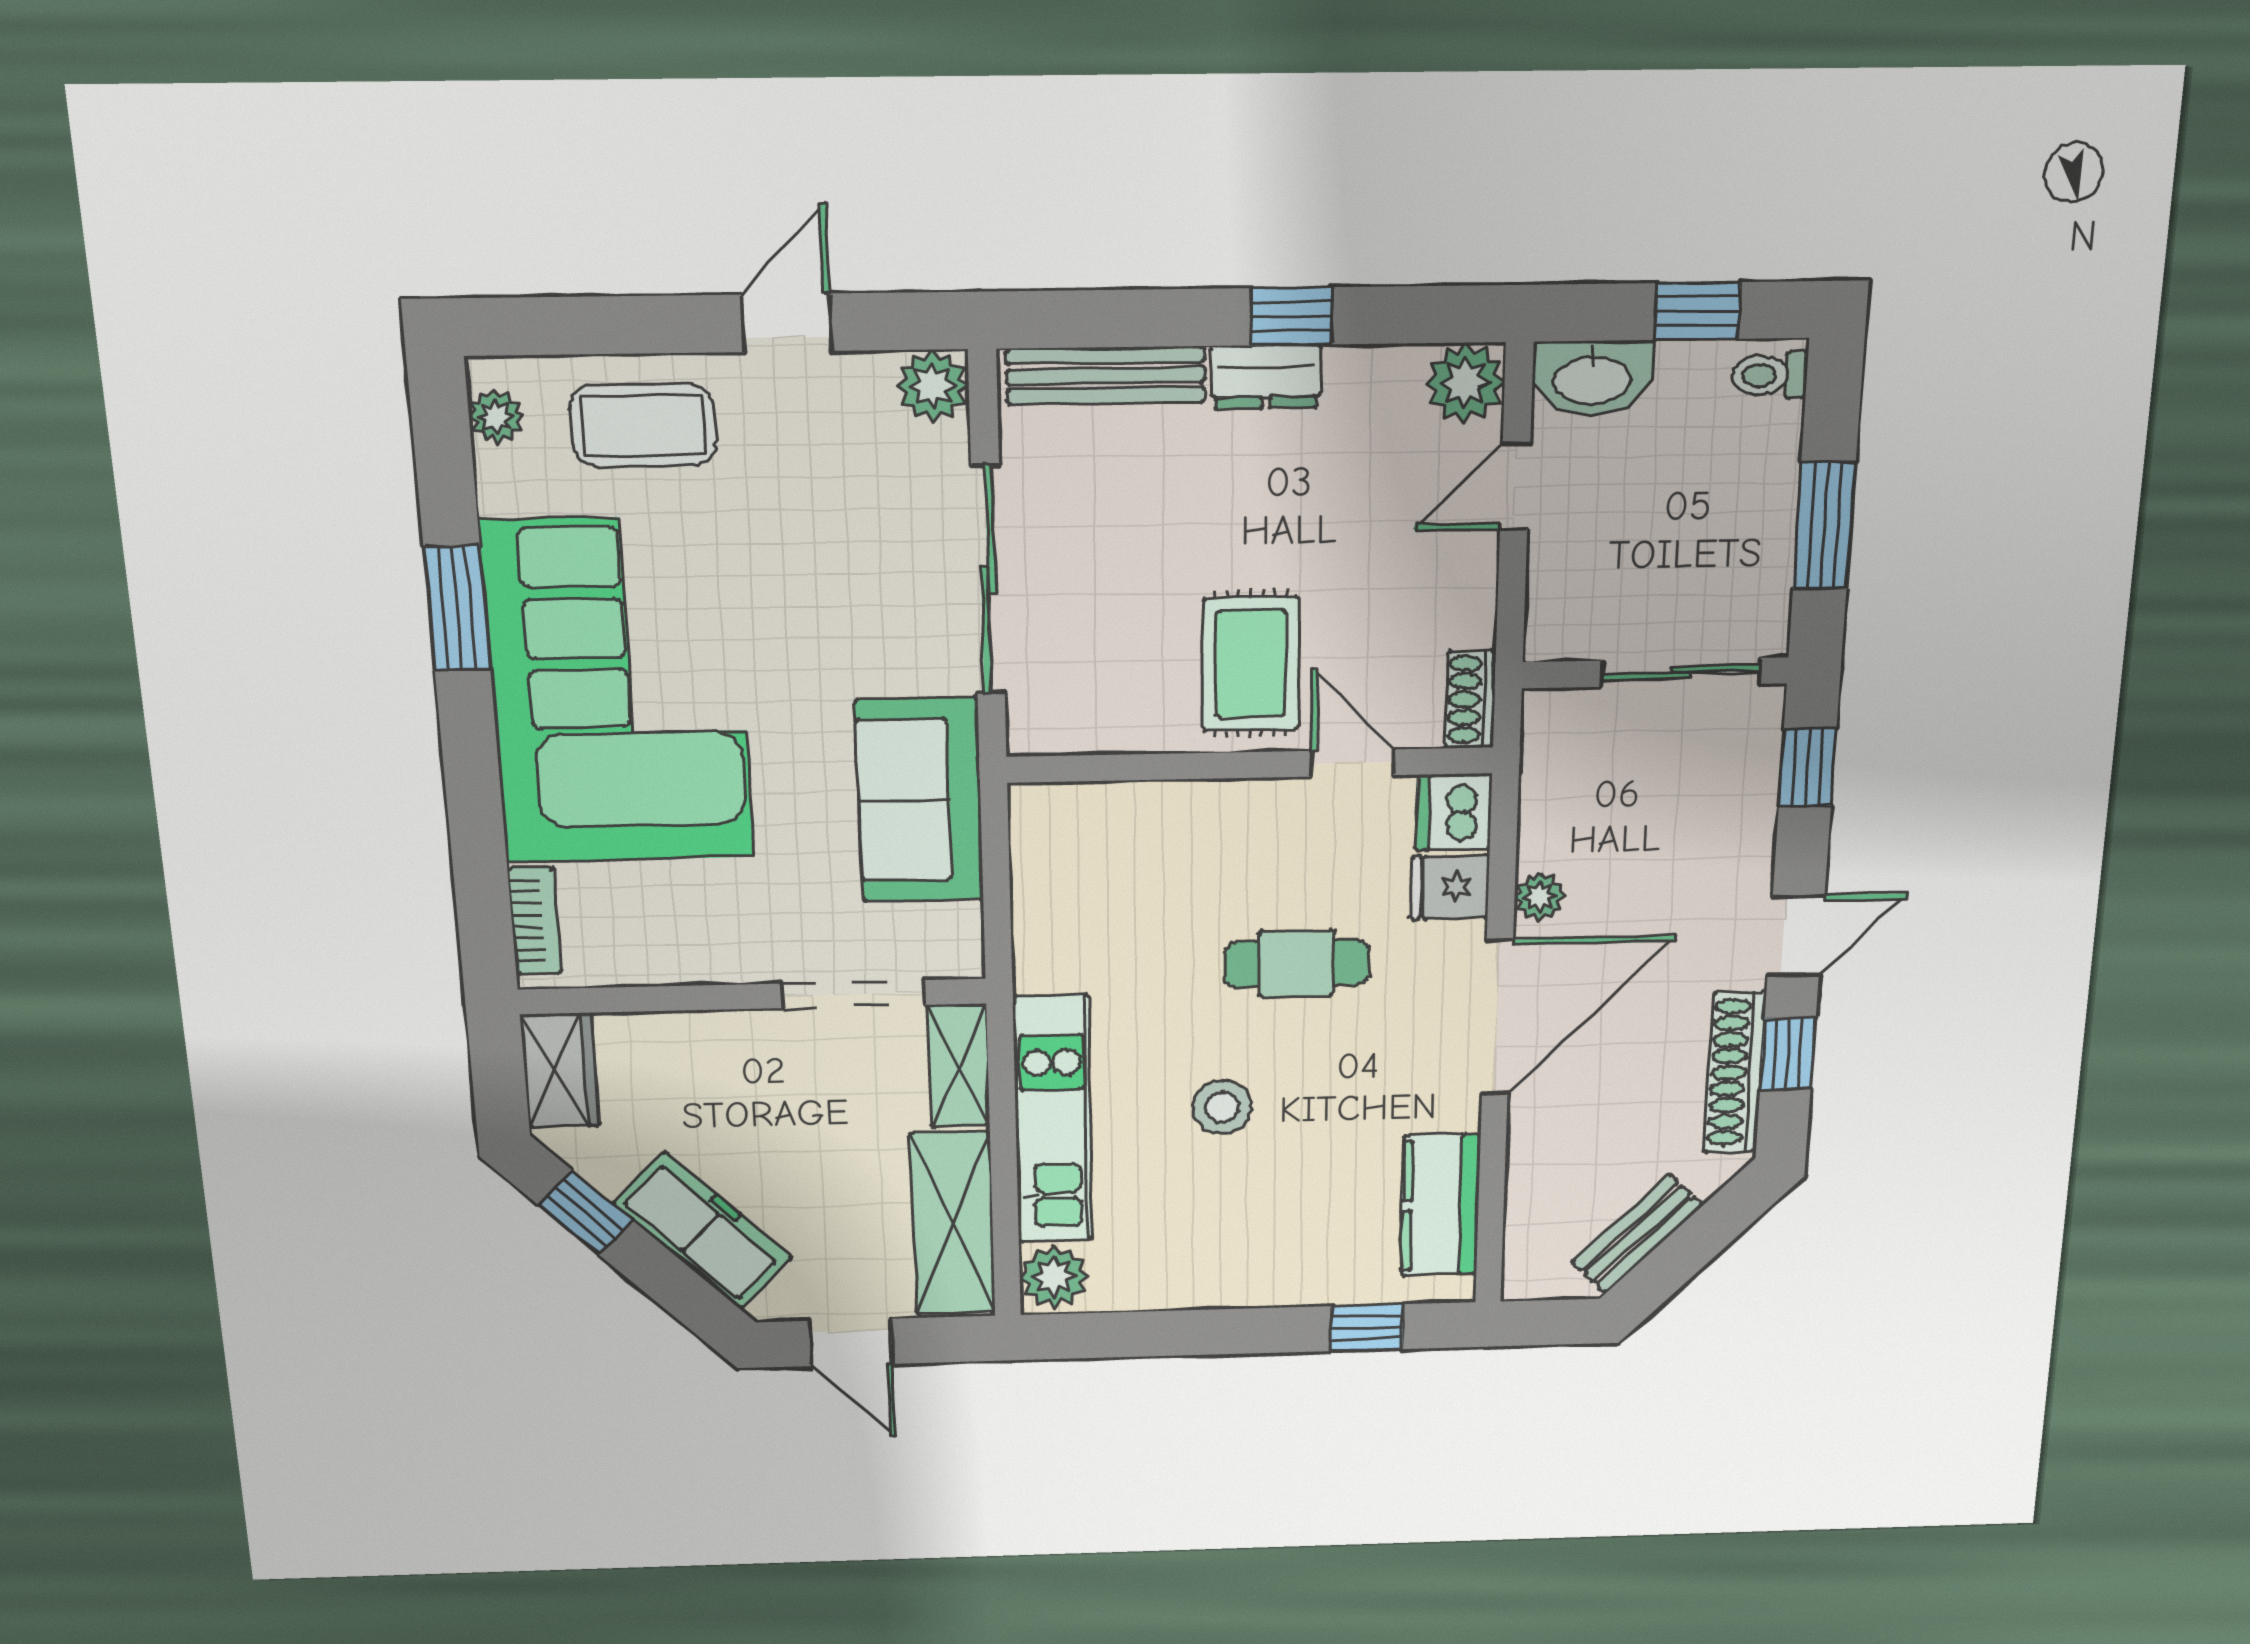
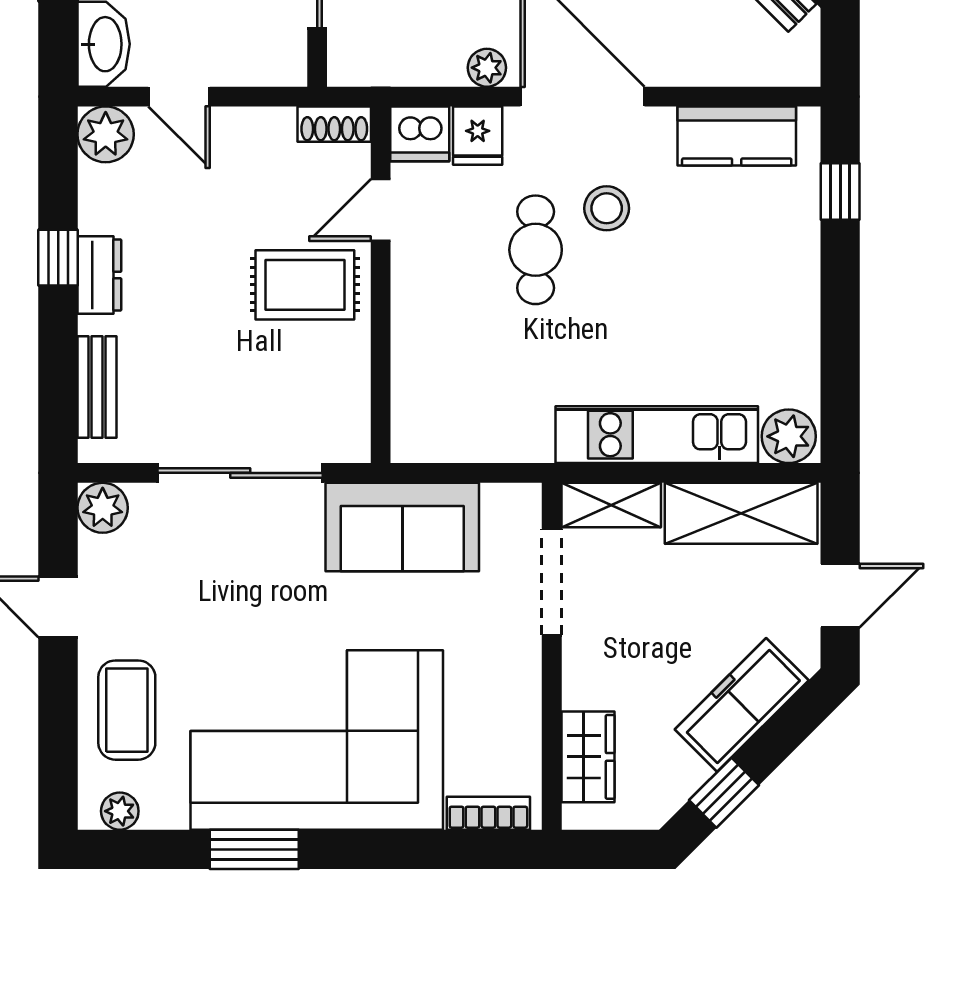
bench: (1106, 376) -> (97, 387), width x0.73
wardrobe: (560, 1070) -> (588, 757), moved, turned 90
stool: (1222, 1107) -> (607, 208), moved

